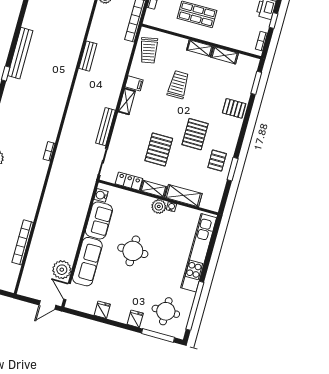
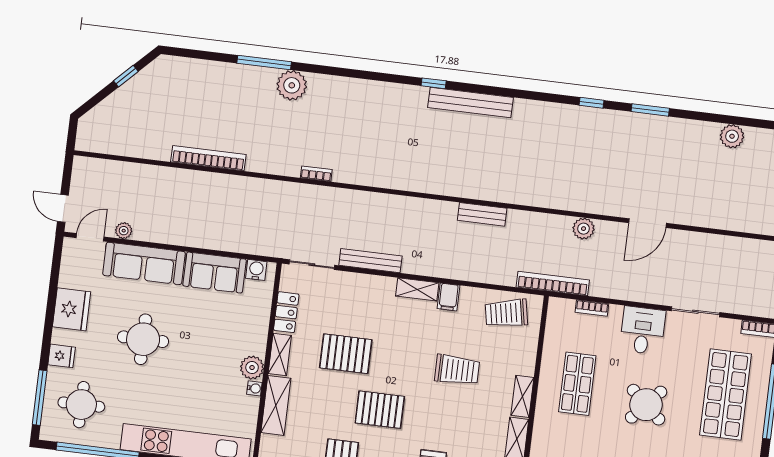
bookcase: (23, 242) -> (208, 158), moved
round table: (133, 251) -> (143, 339), moved
plant: (62, 270) -> (124, 231), width x0.53, depth x0.53
fridge: (102, 310) -> (72, 309), width x1.88, depth x1.34

